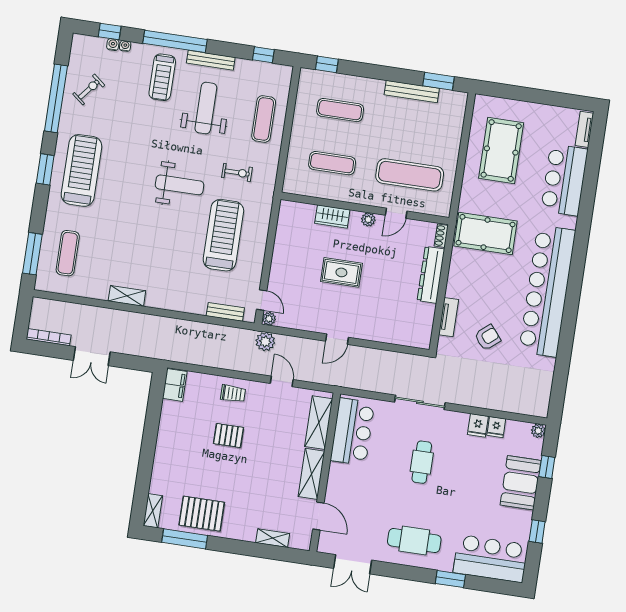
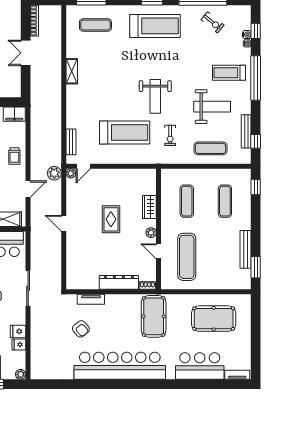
bench: (211, 60) -> (246, 131), moved

